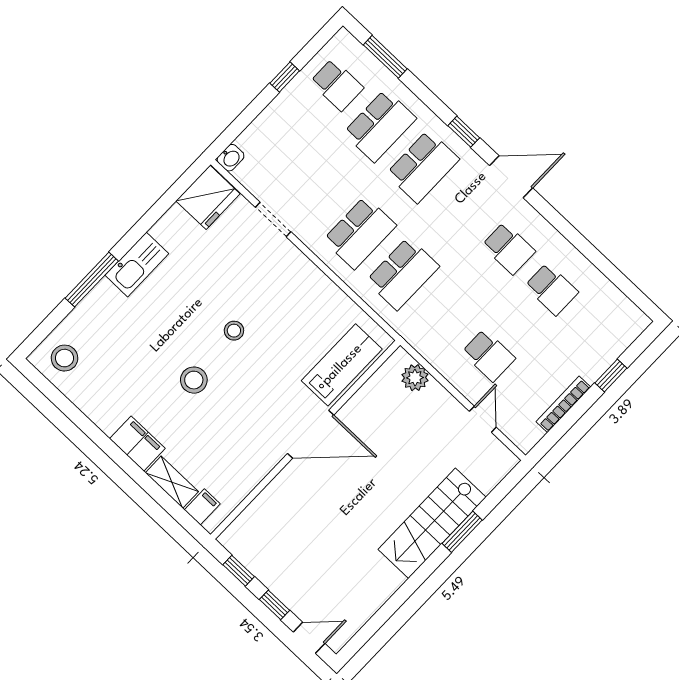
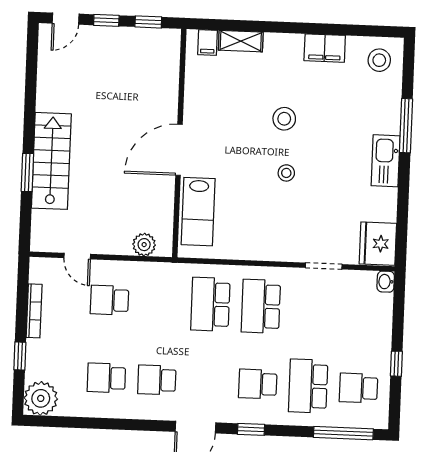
window: (385, 57) -> (343, 433), width x1.44
school desk: (423, 167) -> (258, 384), width x0.54
plant: (625, 322) -> (41, 398), added
filing cabinet: (137, 444) -> (325, 48), moved

